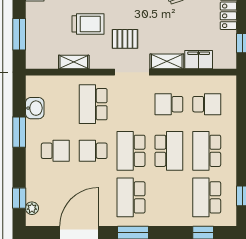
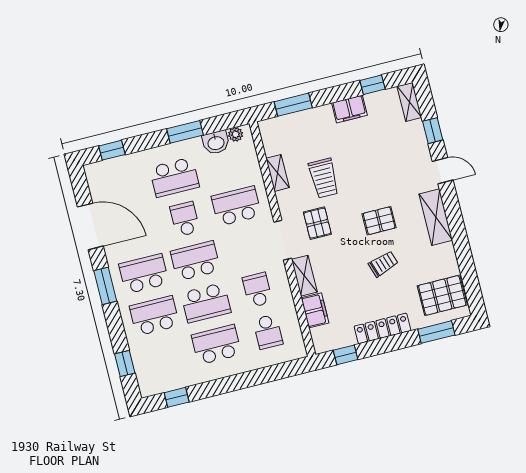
school desk: (55, 151) -> (174, 177), width x1.85
school desk: (207, 197) -> (154, 316), moved
plant: (32, 208) -> (236, 134), moved

